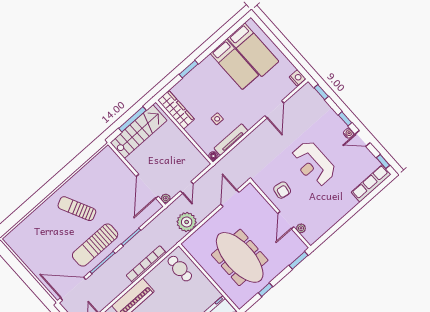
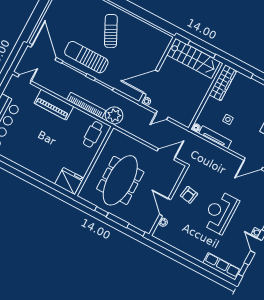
door: (286, 220) -> (165, 207), hinge flipped
plant: (187, 222) -> (114, 115), moved

